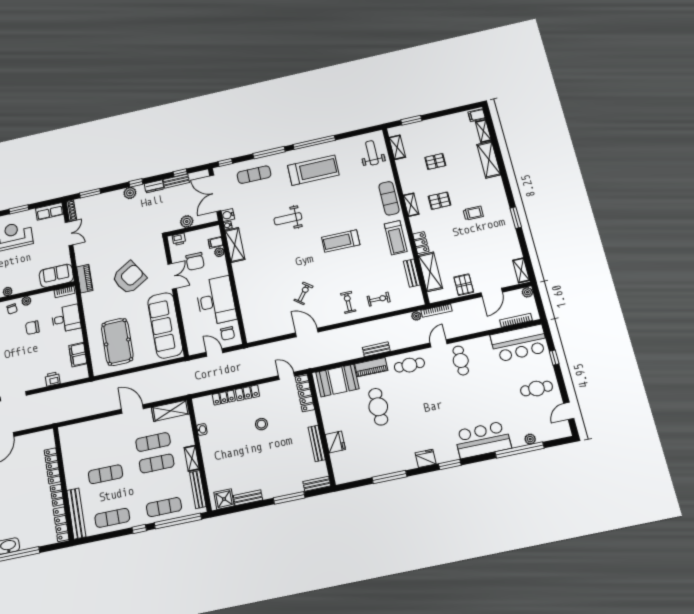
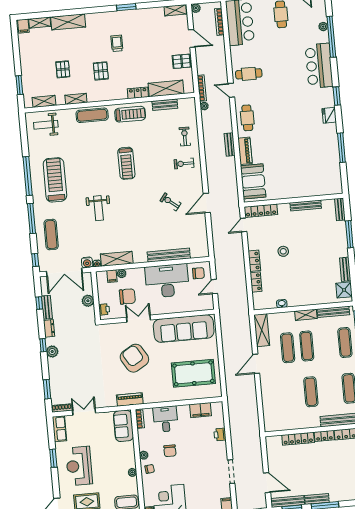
shelving: (411, 205) -> (76, 99), moved
bench: (244, 299) -> (169, 255), added
cafe table: (378, 407) -> (280, 149), removed
fridge: (335, 442) -> (306, 190), removed

